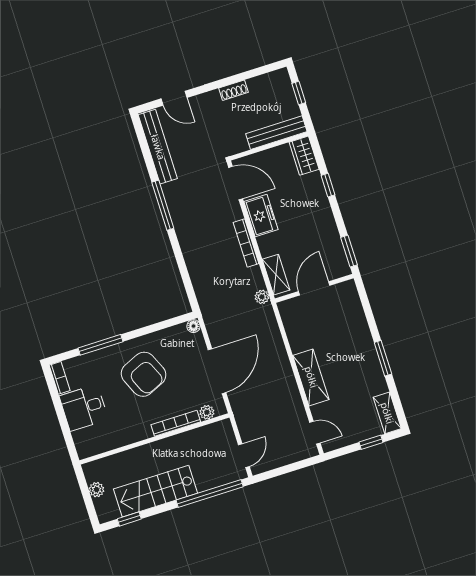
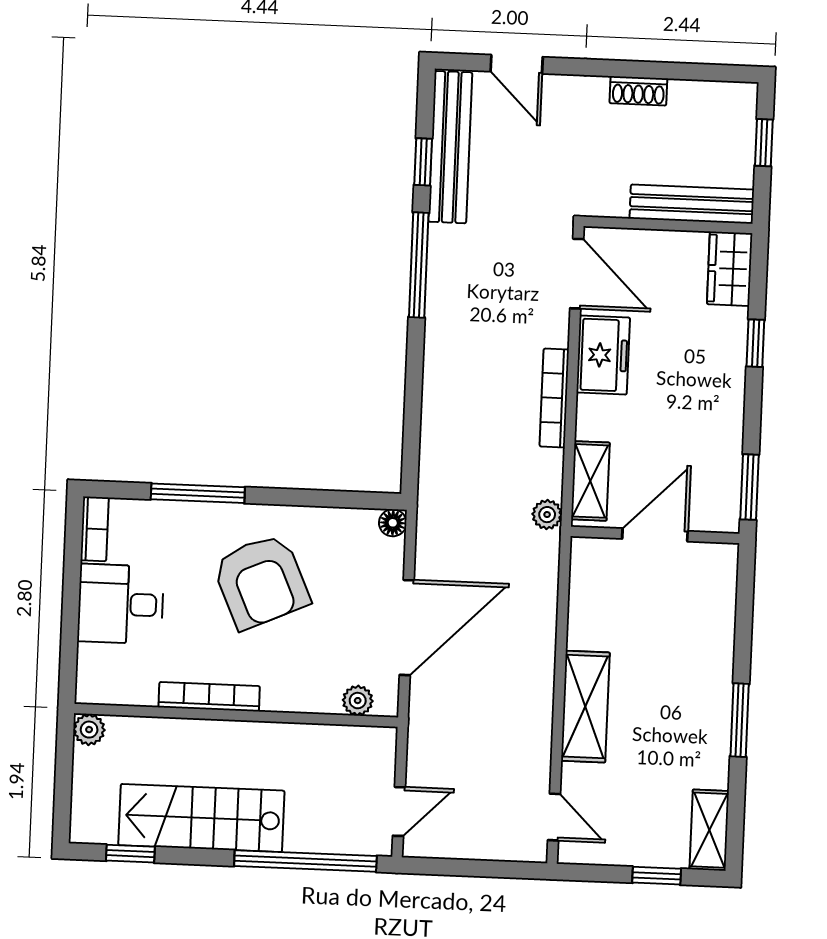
window: (148, 158) -> (423, 162), added
bookcase: (176, 423) -> (209, 697), moved
plant: (97, 490) -> (89, 730), moved

